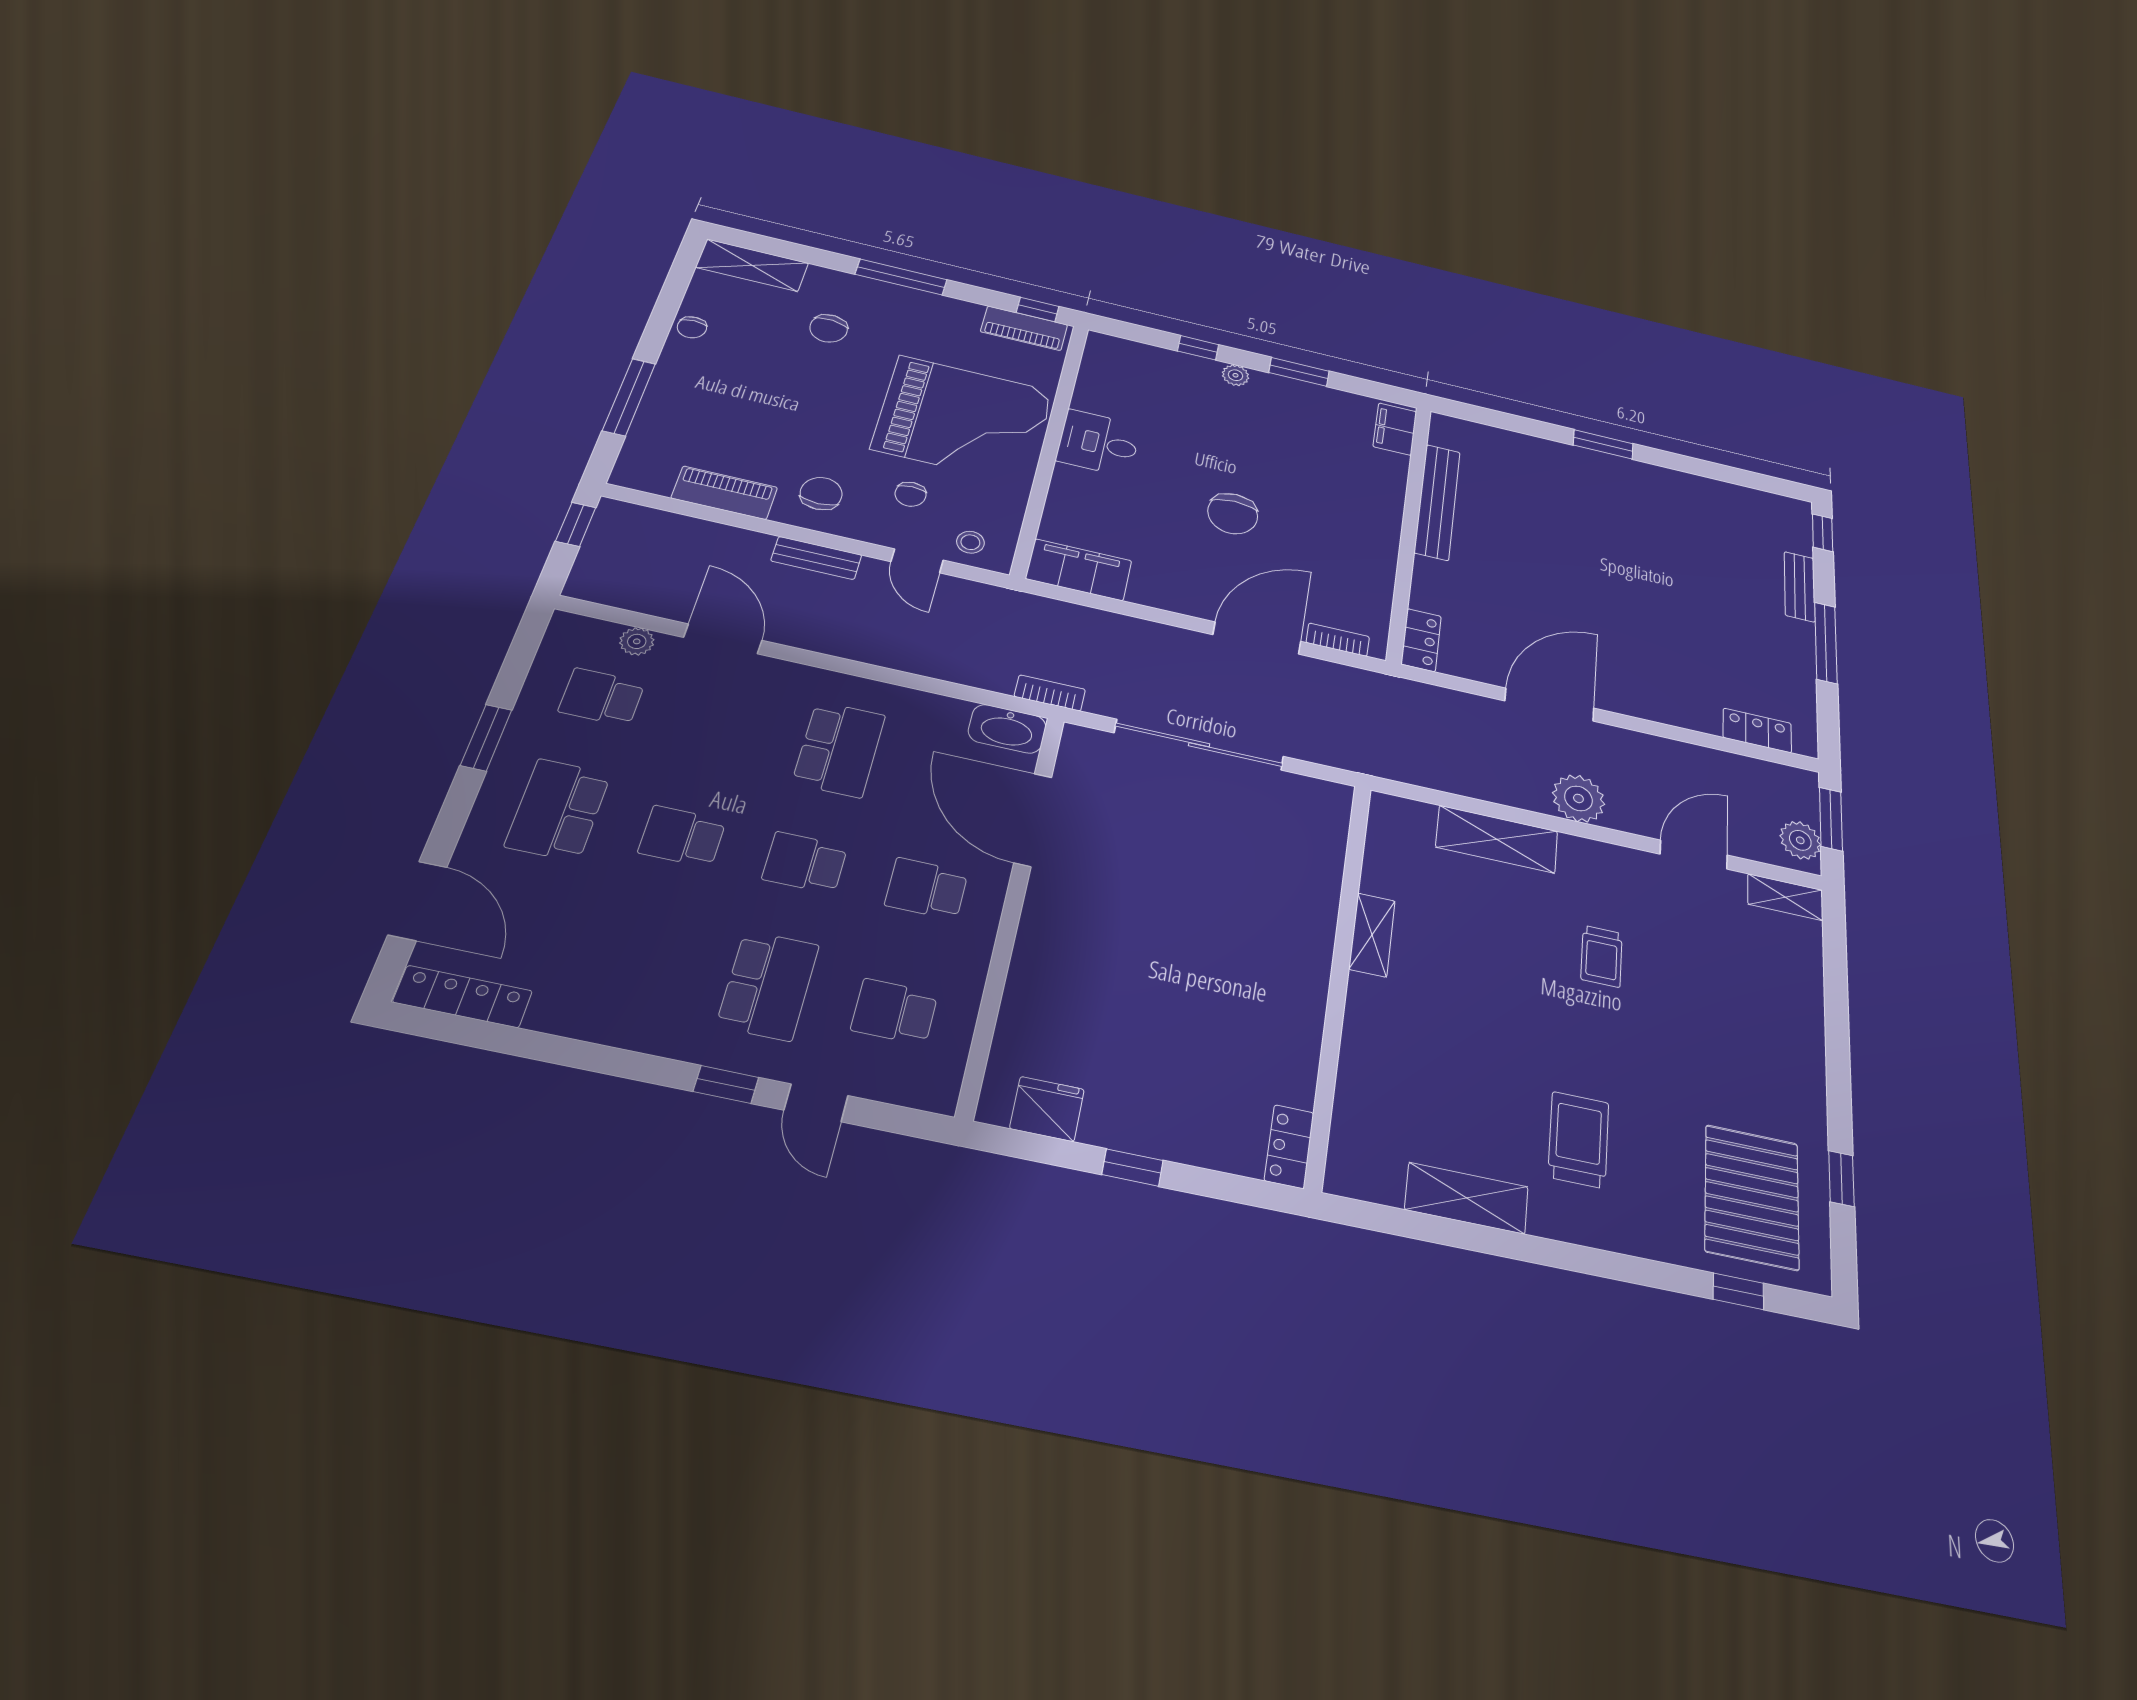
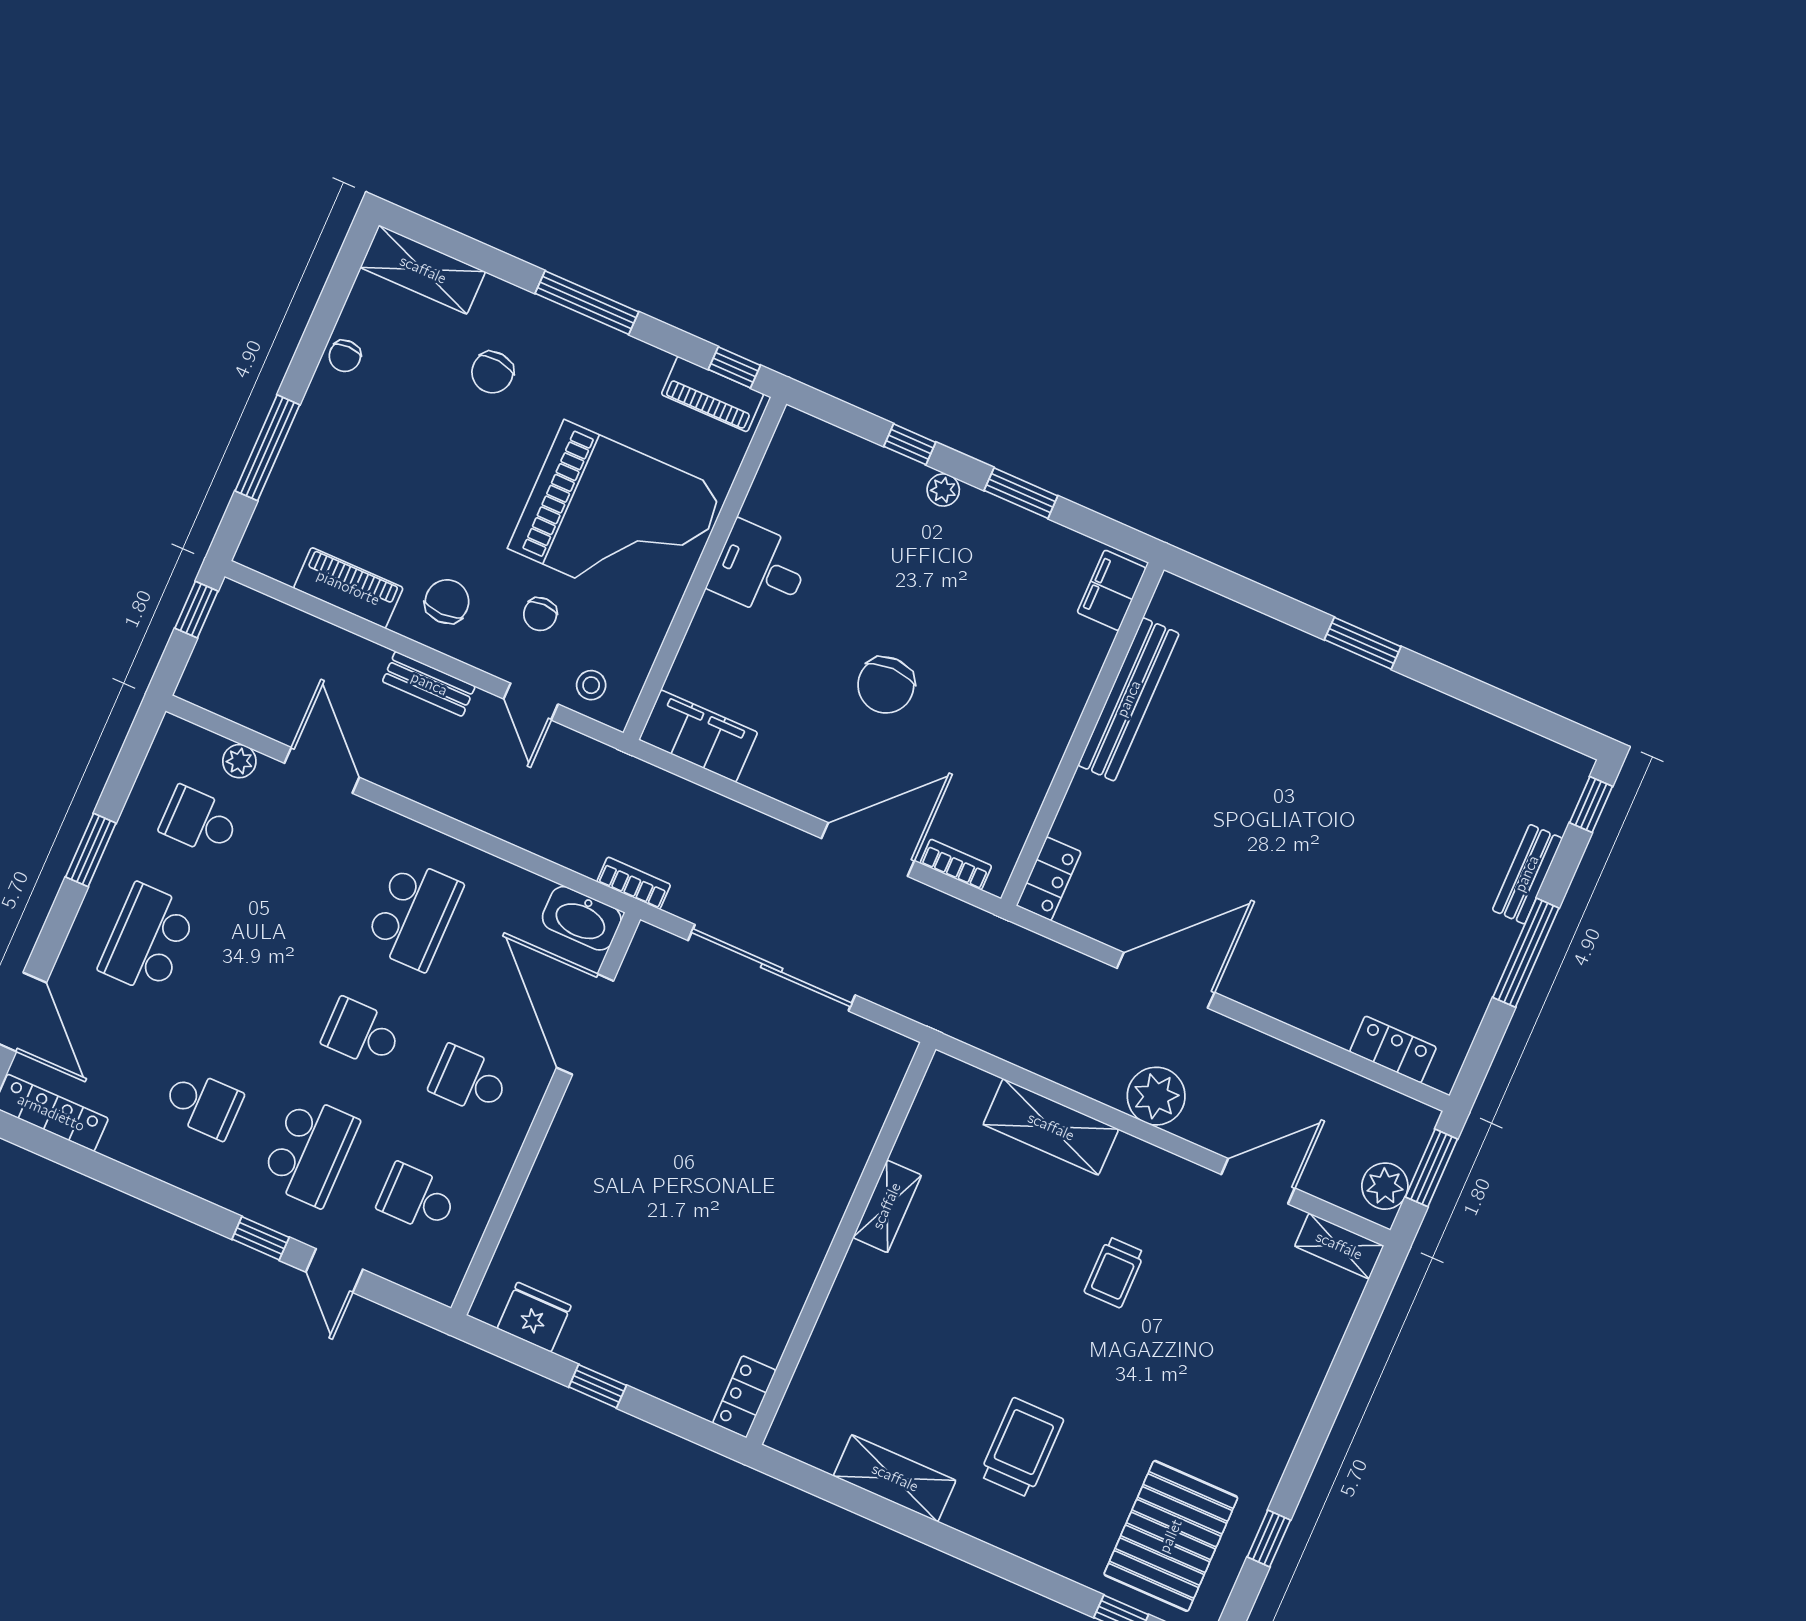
school desk: (682, 836) -> (203, 1104), moved, turned 180

